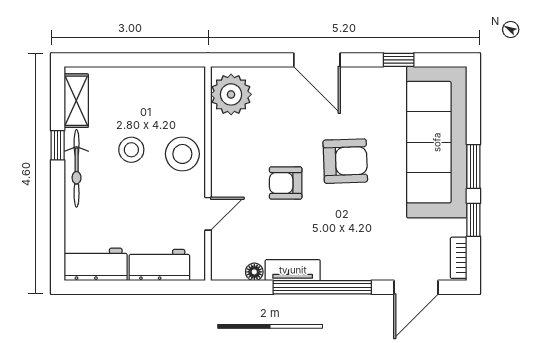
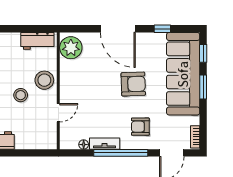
door: (317, 60) -> (118, 29), width x1.36
stool: (131, 150) -> (21, 95), moved
armchair: (286, 183) -> (140, 127), moved
window: (473, 220) -> (203, 53), moved
workbench: (159, 265) -> (37, 41), moved, turned 180

